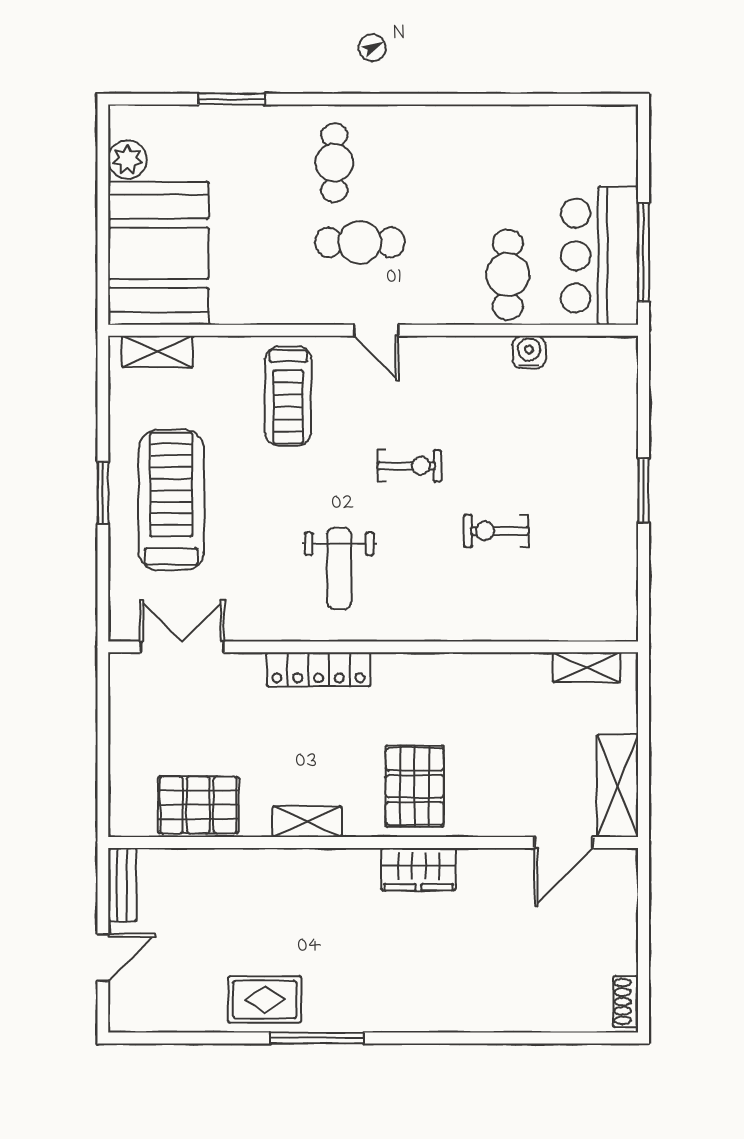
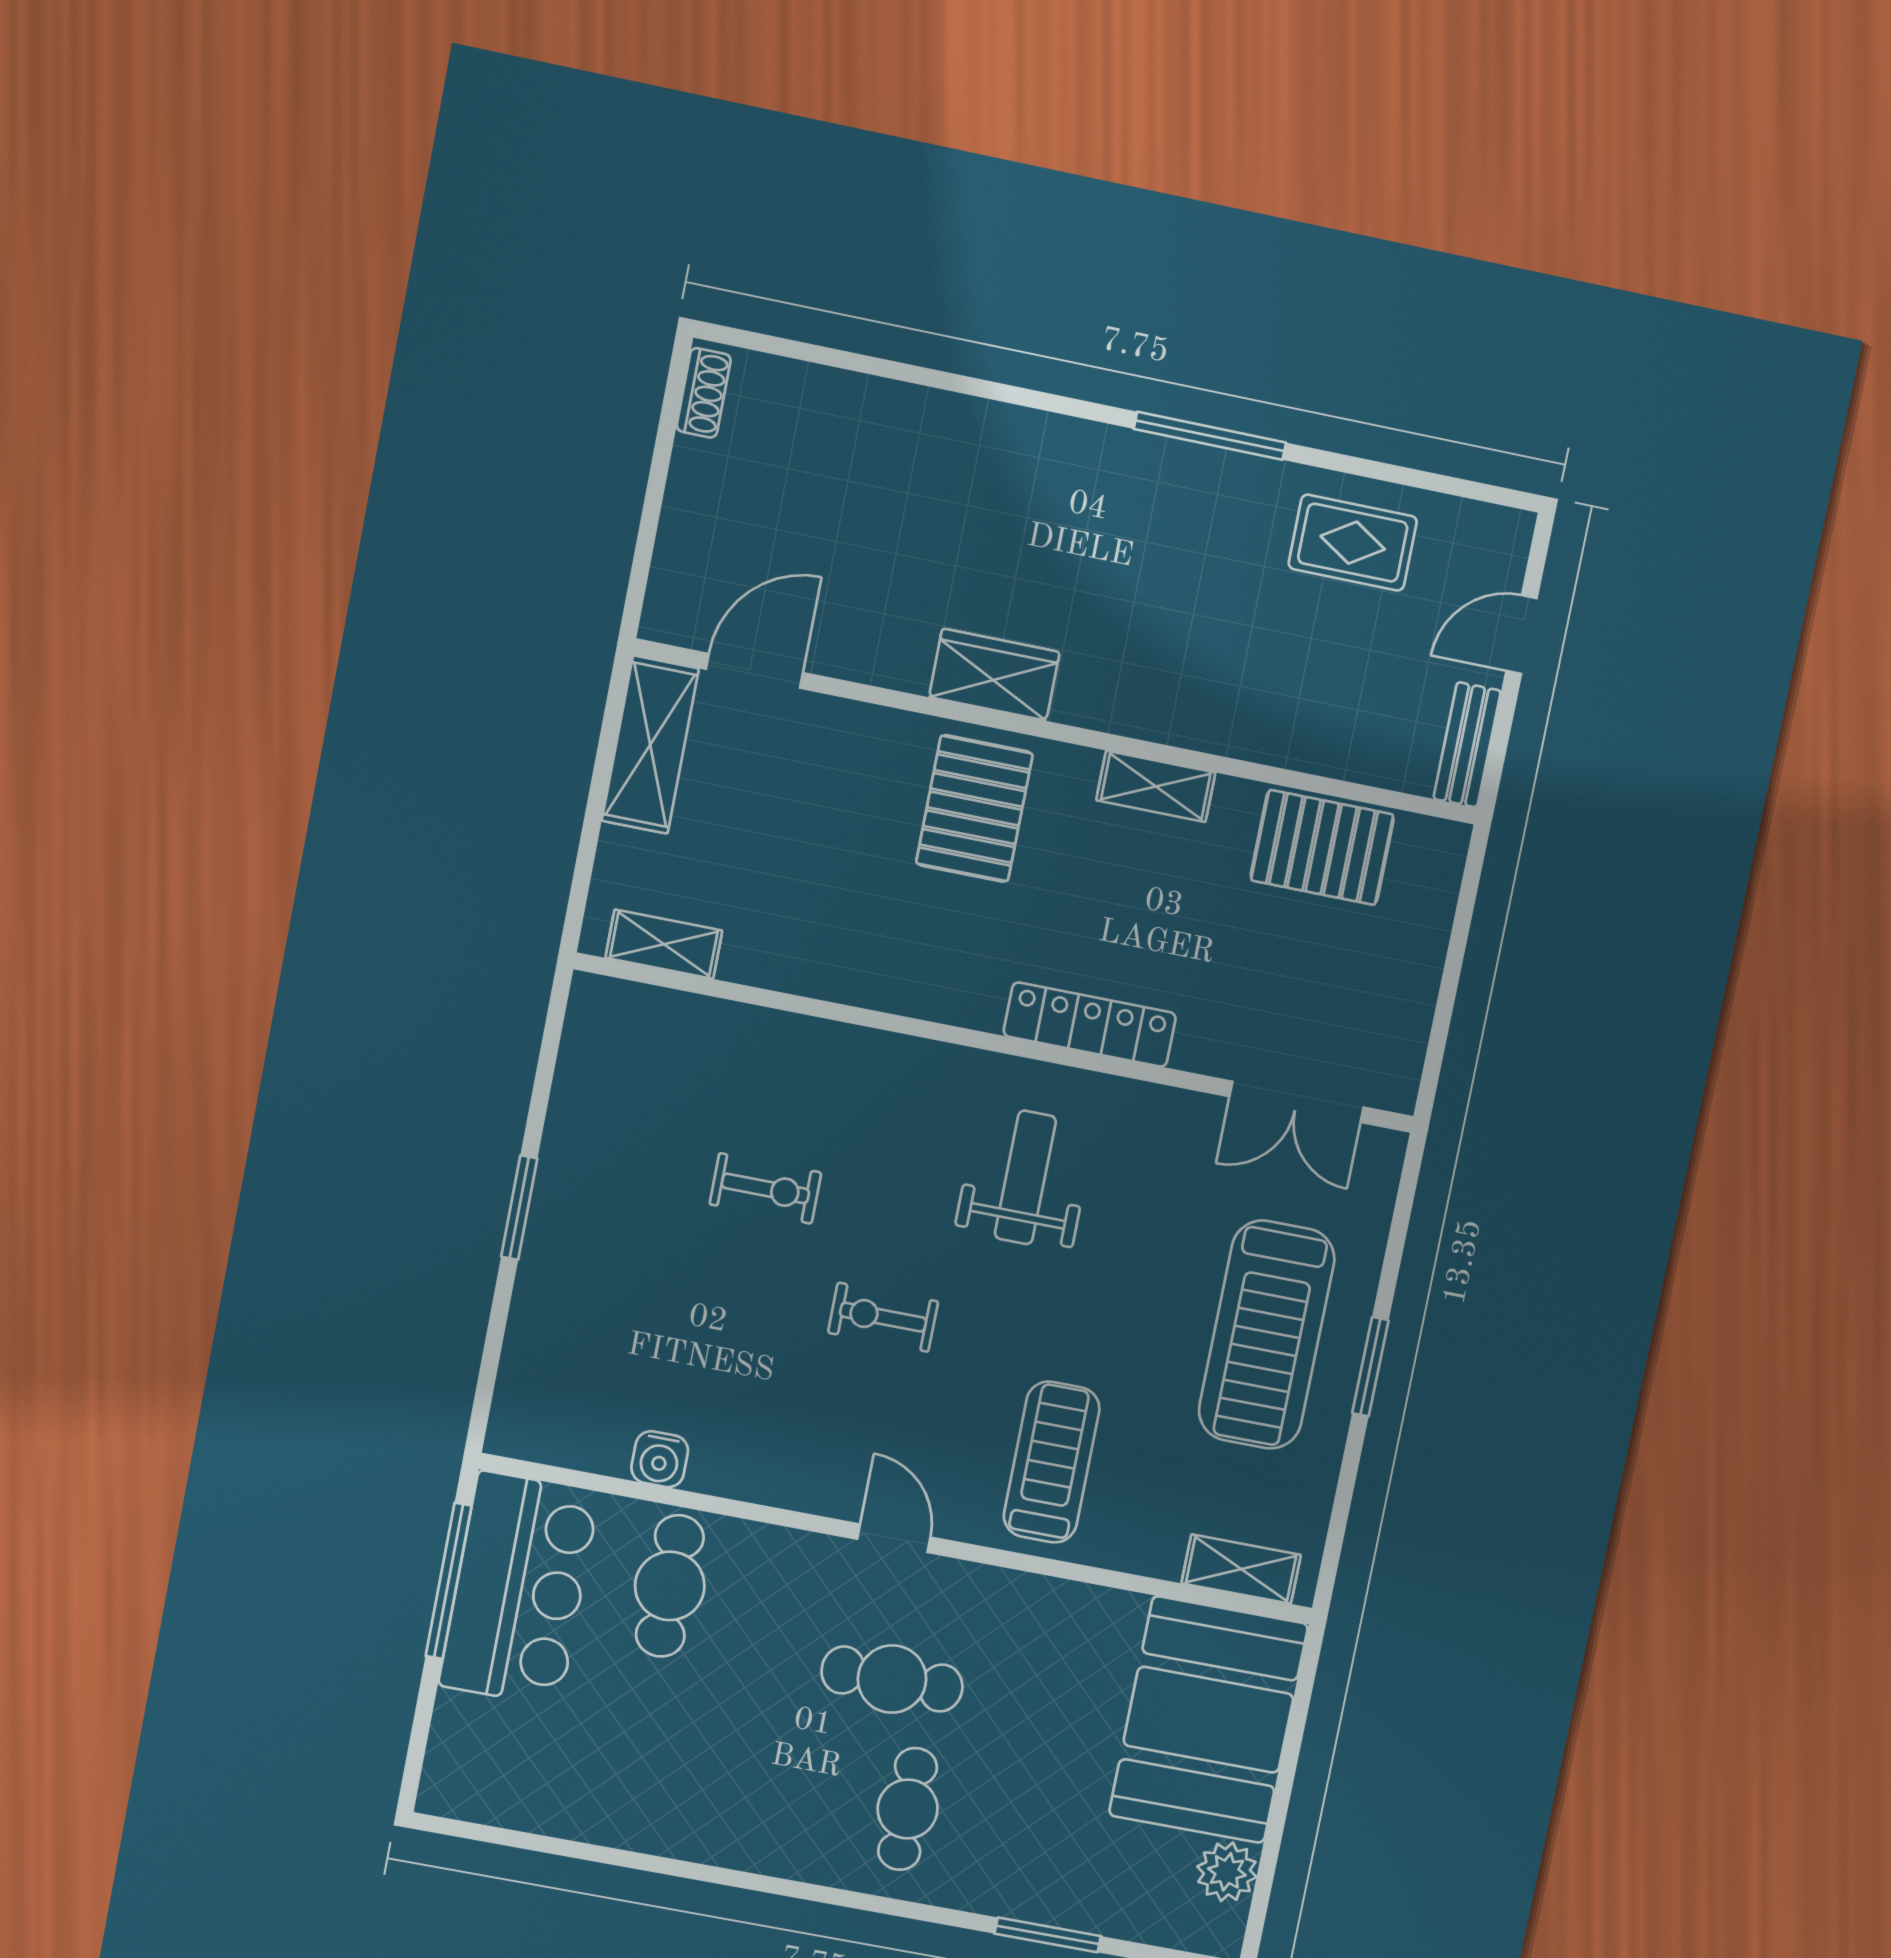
rug: (265, 999) -> (1353, 543), moved

